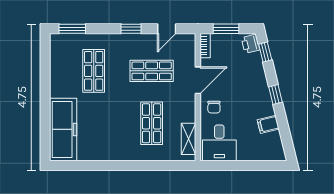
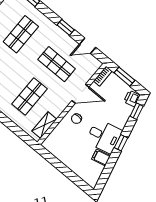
desk: (219, 143) -> (104, 136), moved, turned -104

